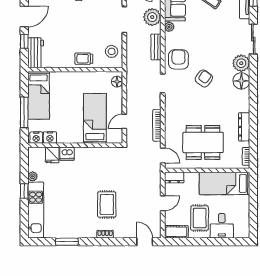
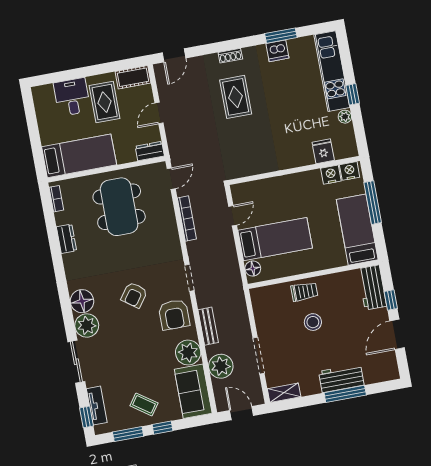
plant: (169, 27) -> (188, 353), width x1.87, depth x1.87
stool: (112, 51) -> (313, 322), moved
bed: (95, 118) -> (275, 239), moved, turned -90
dresser: (244, 127) -> (66, 239), width x0.70
dining table: (203, 142) -> (119, 207), turned 90
dishwasher: (67, 154) -> (277, 51), moved, turned 180
door: (163, 155) -> (171, 179), swing flipped
door: (145, 242) -> (174, 55), hinge flipped

